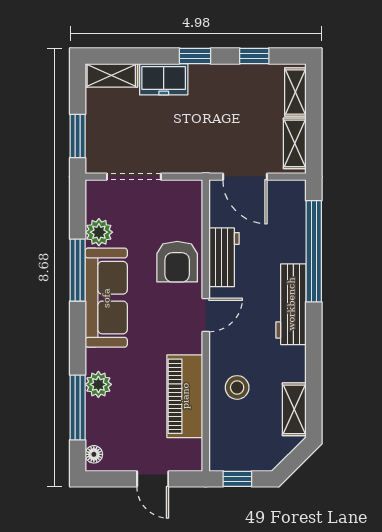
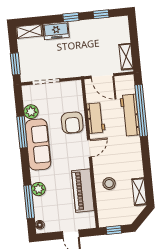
shelving: (295, 92) -> (124, 30), removed
workbench: (291, 304) -> (130, 115), moved

